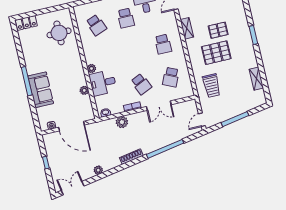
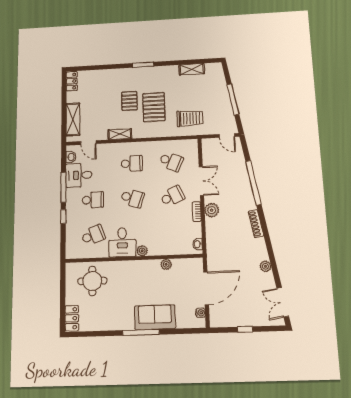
school desk: (134, 51) -> (132, 198), added
desk: (103, 83) -> (122, 242), moved
plant: (122, 122) -> (212, 210), moved

